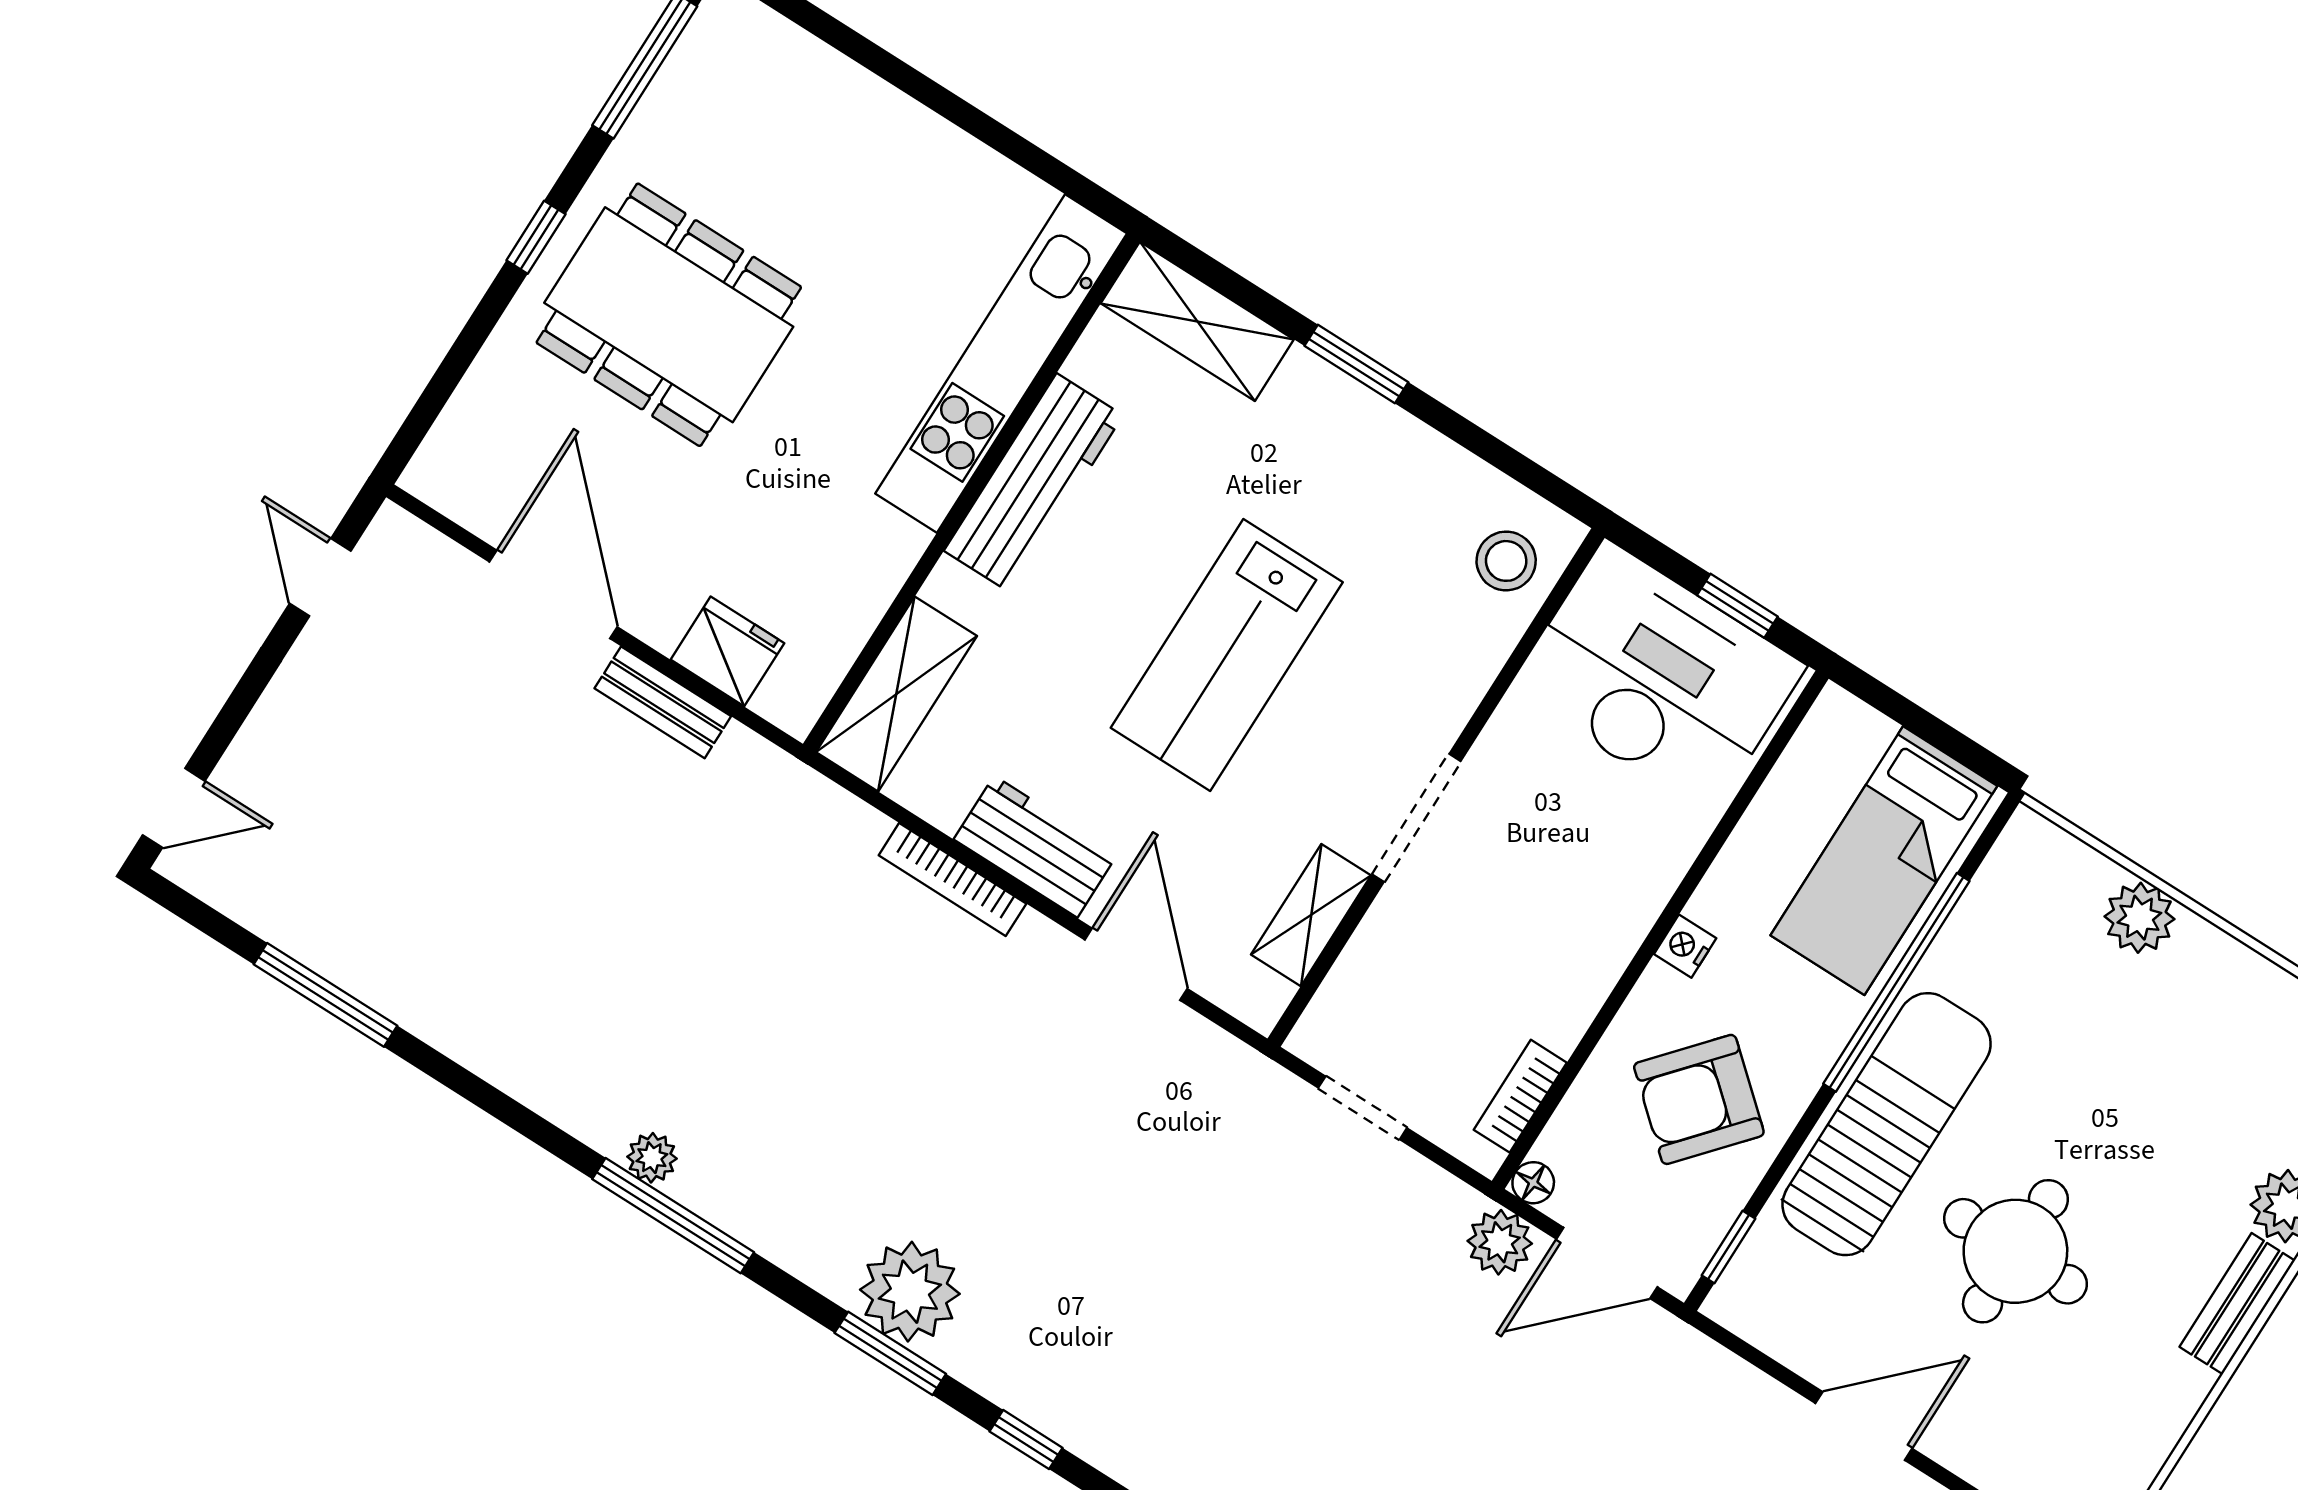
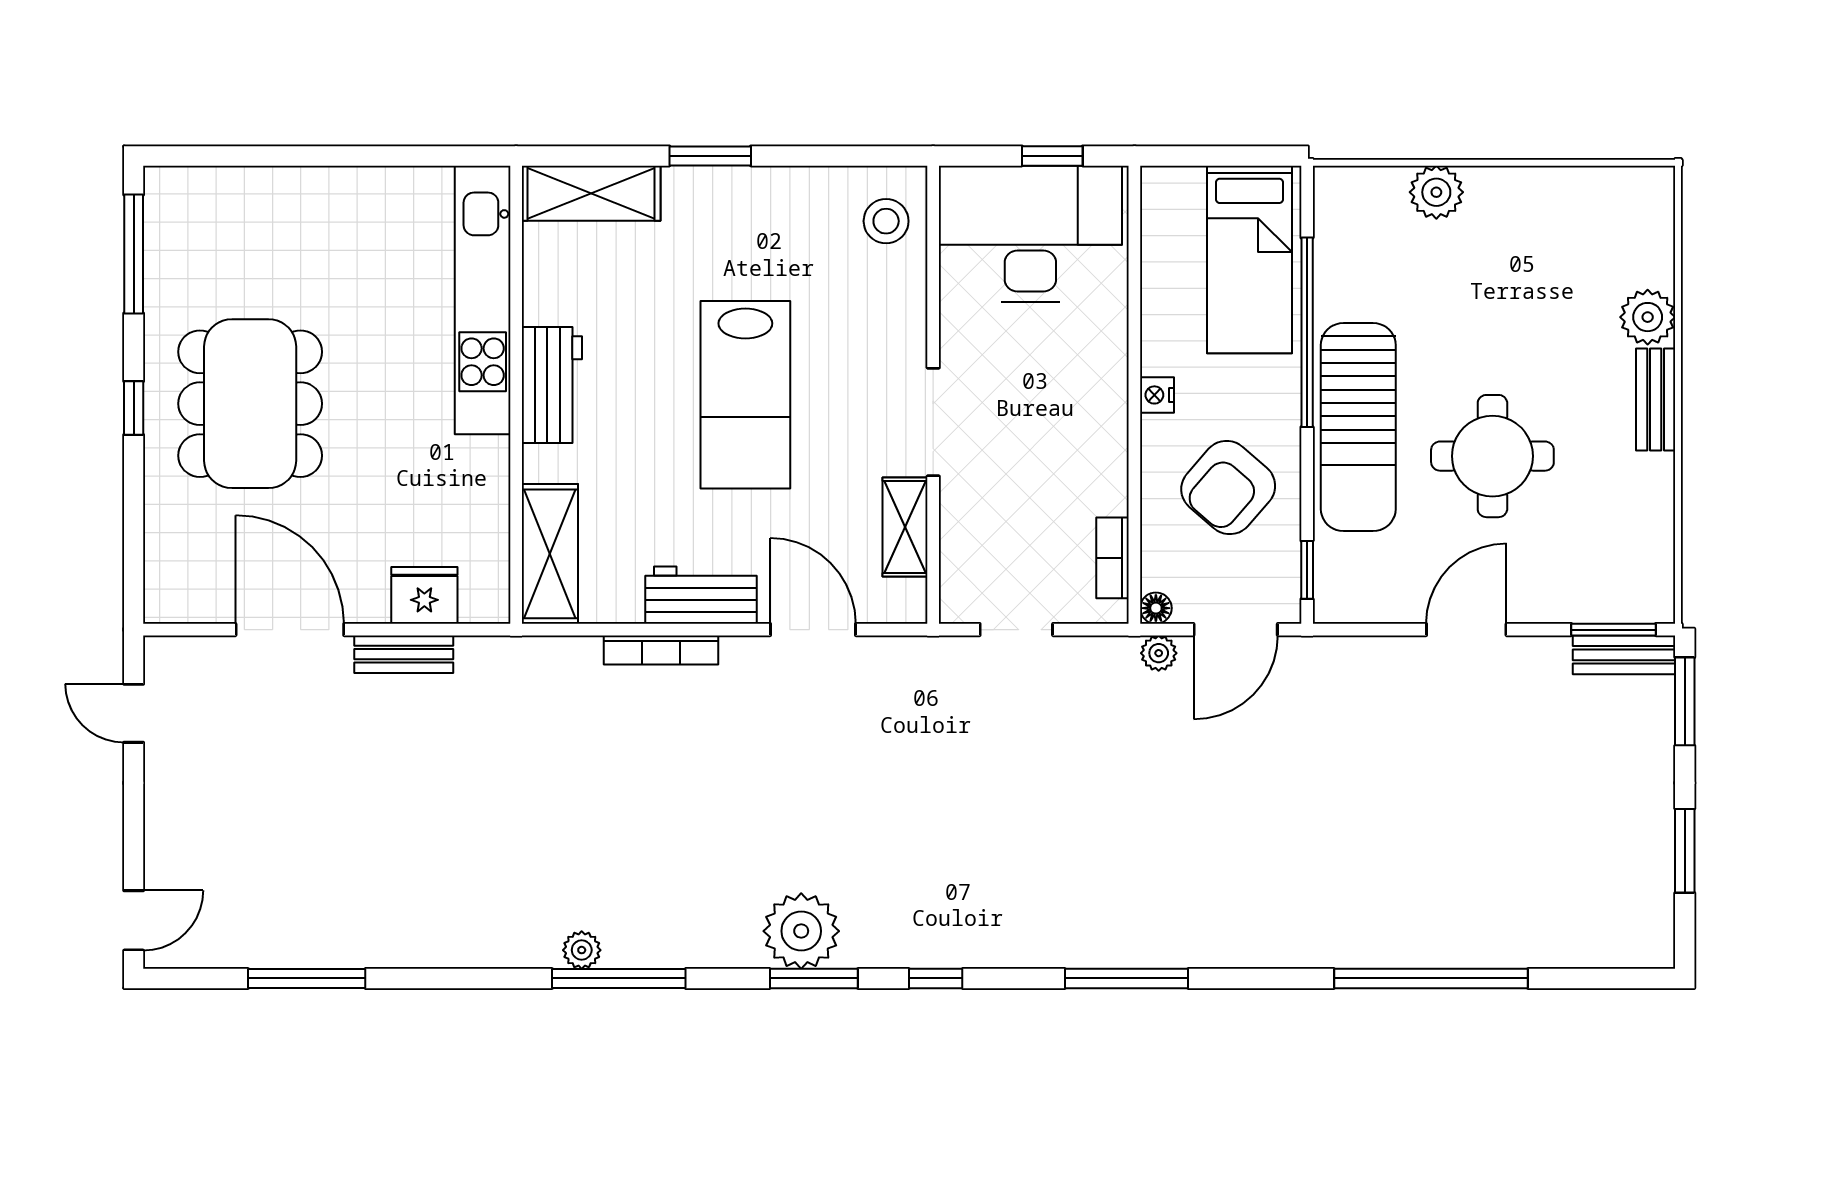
dining table: (669, 315) -> (250, 404), turned 90
workbench: (1034, 483) -> (552, 385), width x0.73
sun lounger: (1887, 1124) -> (1358, 427), turned 180
plant: (1500, 1242) -> (1159, 653), width x0.73, depth x0.73

